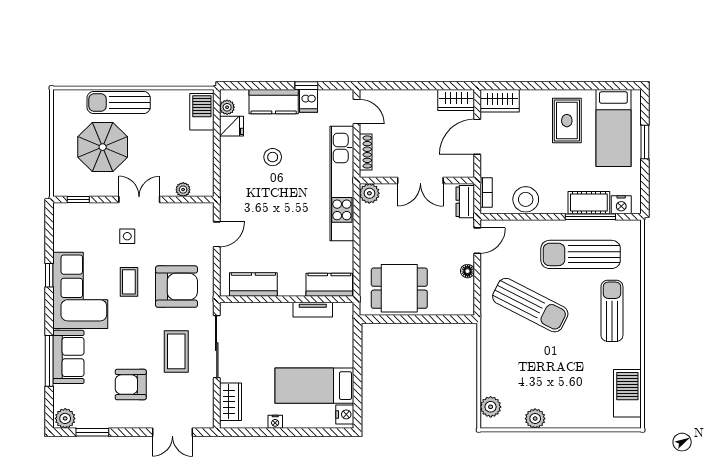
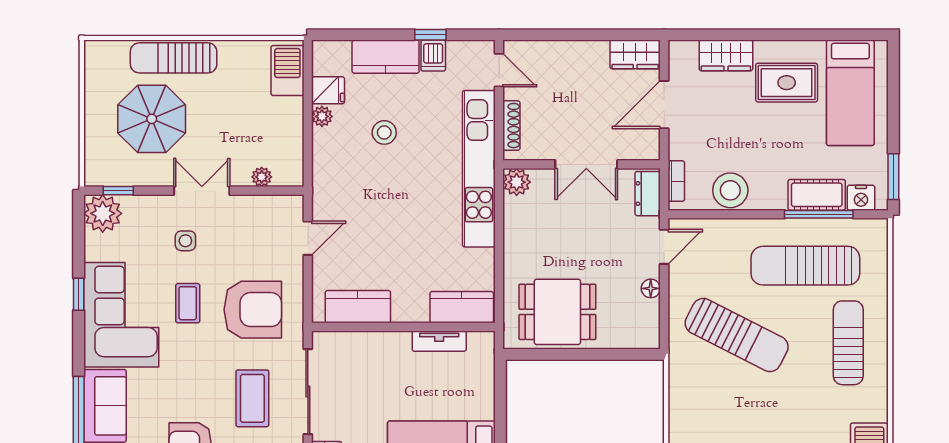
wardrobe: (500, 101) -> (726, 55), moved
plant: (227, 107) -> (322, 116), moved
rug: (567, 121) -> (787, 83), turned 90
window: (645, 142) -> (893, 177), moved
plant: (67, 216) -> (103, 213), added

